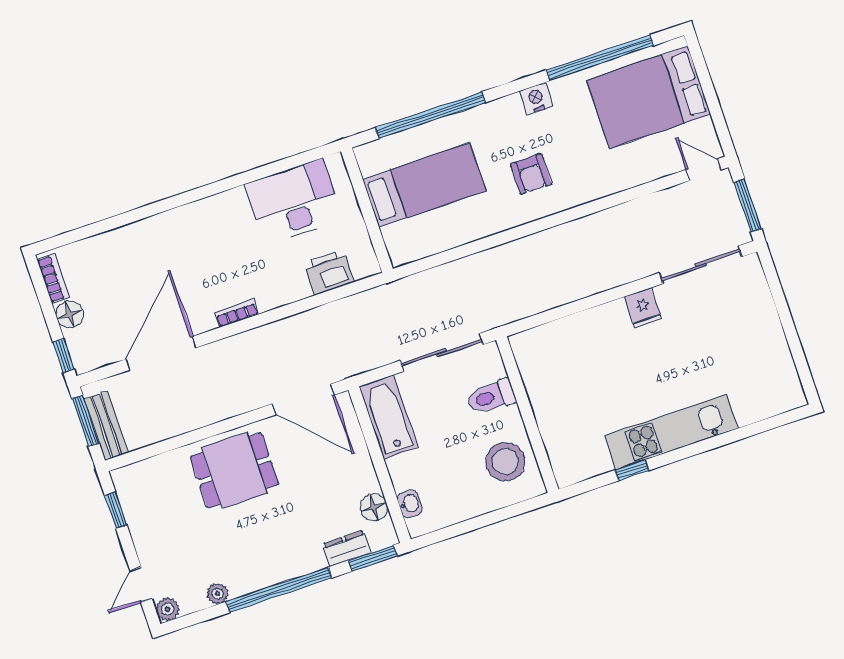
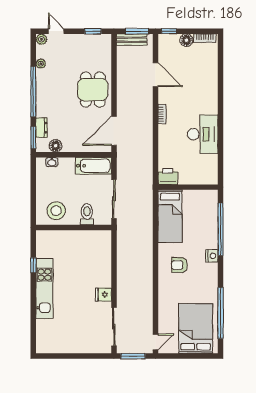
nightstand: (536, 99) -> (212, 256), moved
bed: (424, 185) -> (170, 216), moved
desk: (294, 202) -> (203, 134), moved
printer: (329, 272) -> (168, 176), moved, turned -90
door: (161, 353) -> (155, 75), width x0.73

